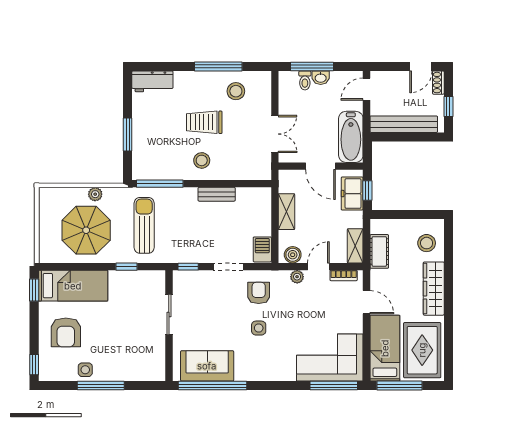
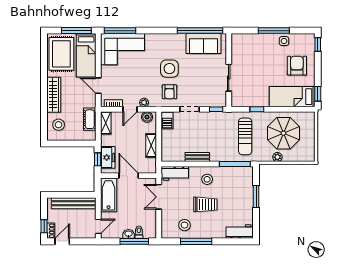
window: (448, 107) -> (44, 226), moved
workbench: (251, 169) -> (175, 173), added
side table: (259, 328) -> (169, 69), width x1.87, depth x1.87

